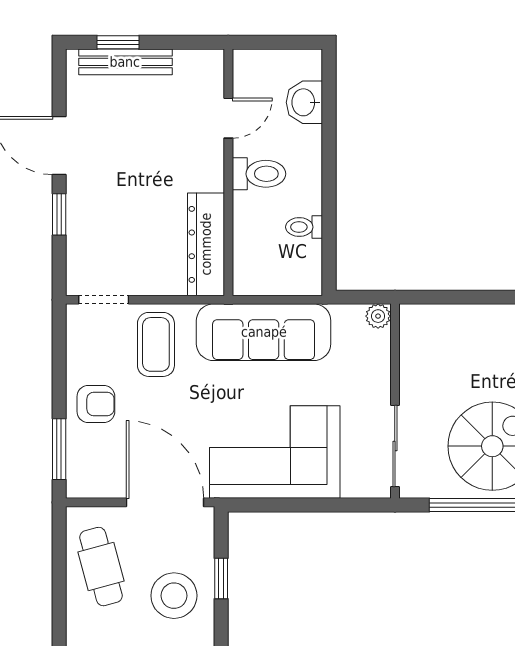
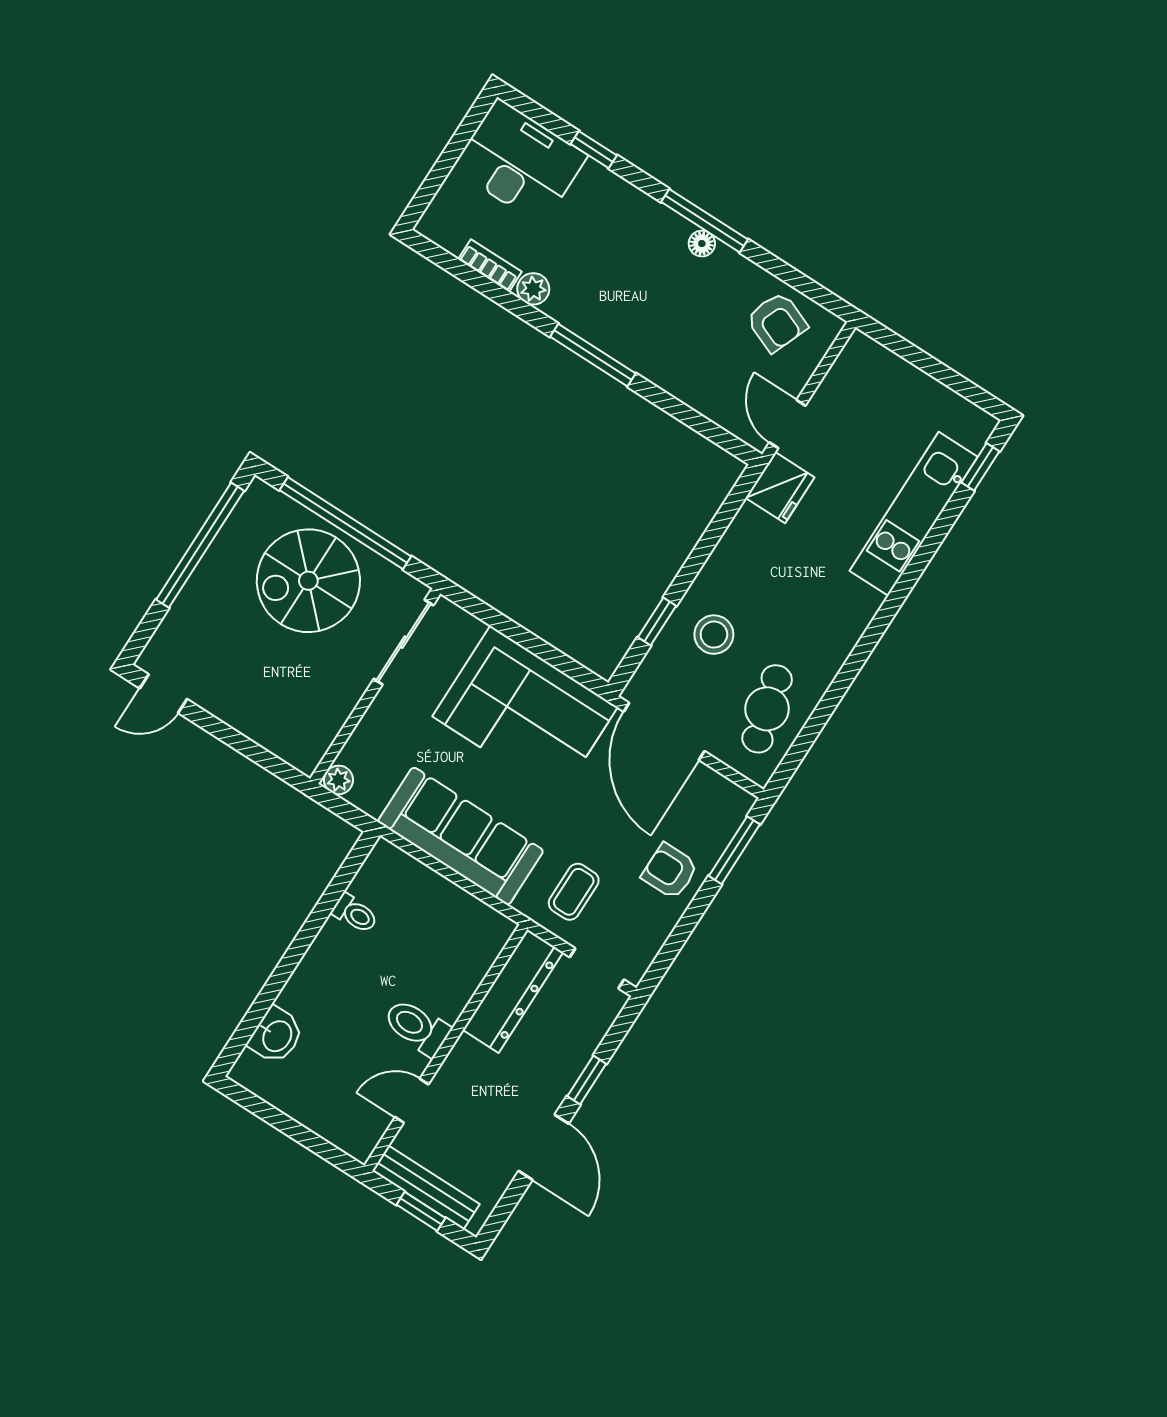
door: (228, 118) -> (412, 1101), moved
wall: (228, 172) -> (446, 1048), moved
toilet: (259, 174) -> (417, 1027), moved
dresser: (206, 244) -> (513, 991), moved
coffee table: (156, 344) -> (574, 892), width x0.73, depth x0.77
stool: (174, 596) -> (714, 635), width x0.73, depth x0.73

